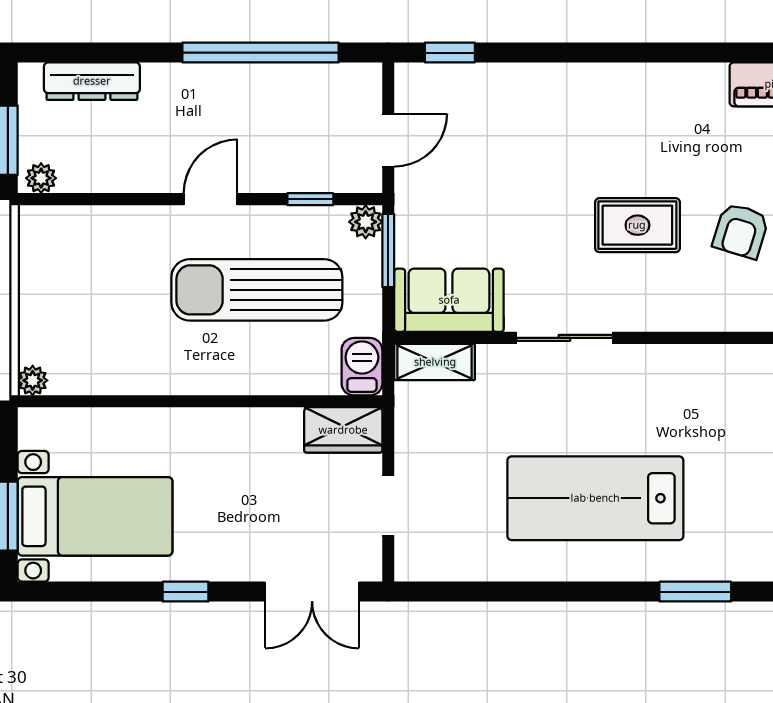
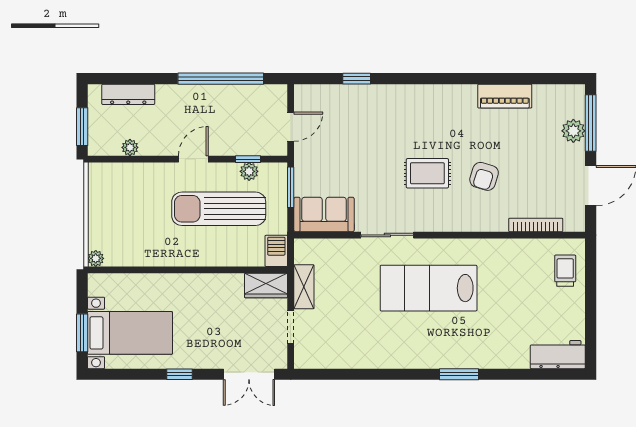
window: (450, 53) -> (357, 79), moved
plant: (41, 178) -> (130, 147), moved
plant: (366, 222) -> (249, 171), moved
shelving: (435, 362) -> (304, 287), moved, turned 90
lab bench: (595, 498) -> (429, 288), moved

